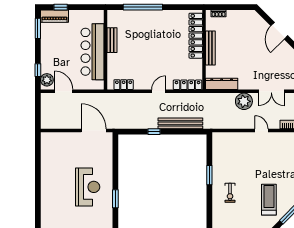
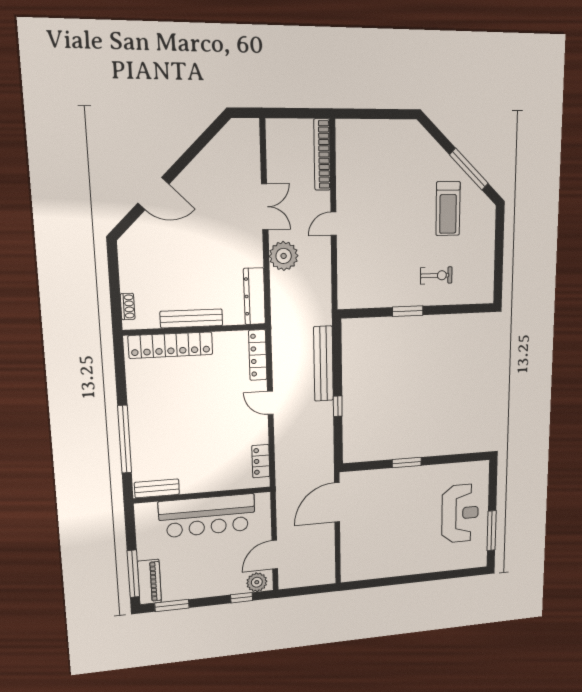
window: (61, 7) -> (133, 574), width x2.17
bench: (112, 40) -> (157, 488), moved
reception desk: (88, 187) -> (460, 513), moved, turned 90
window: (115, 199) -> (407, 462), moved
treadmill: (269, 200) -> (448, 209), turned -90

